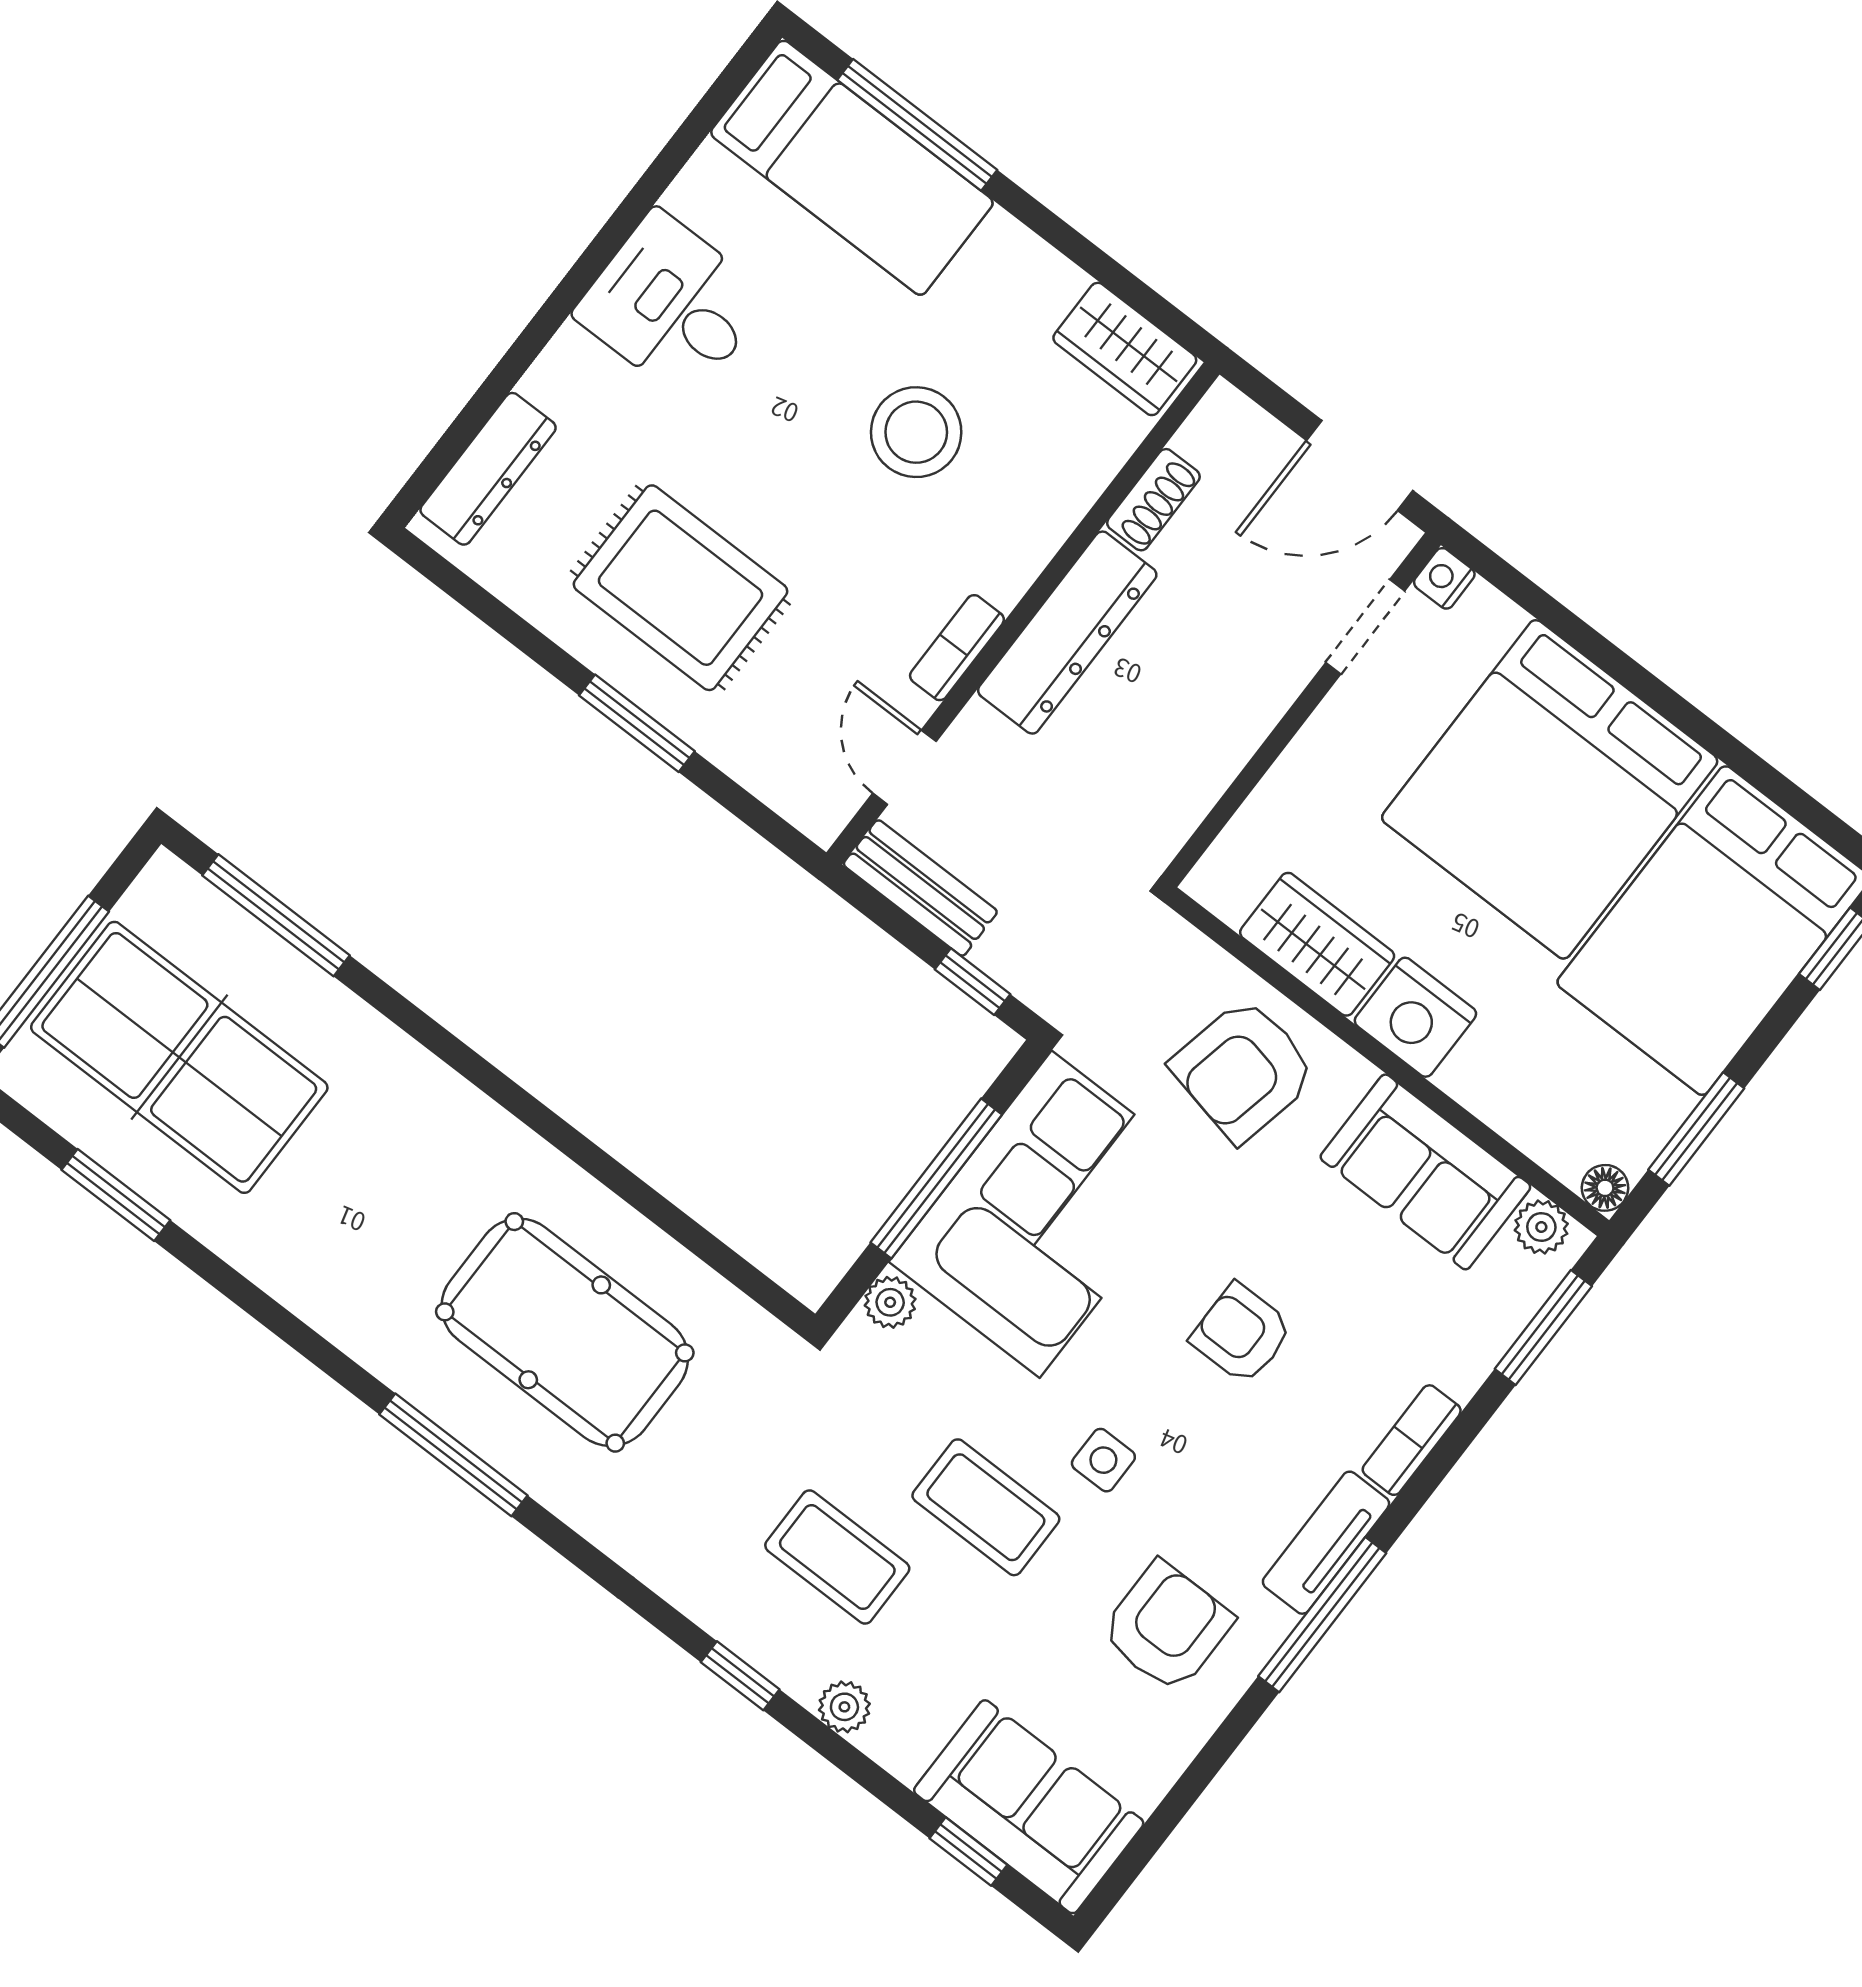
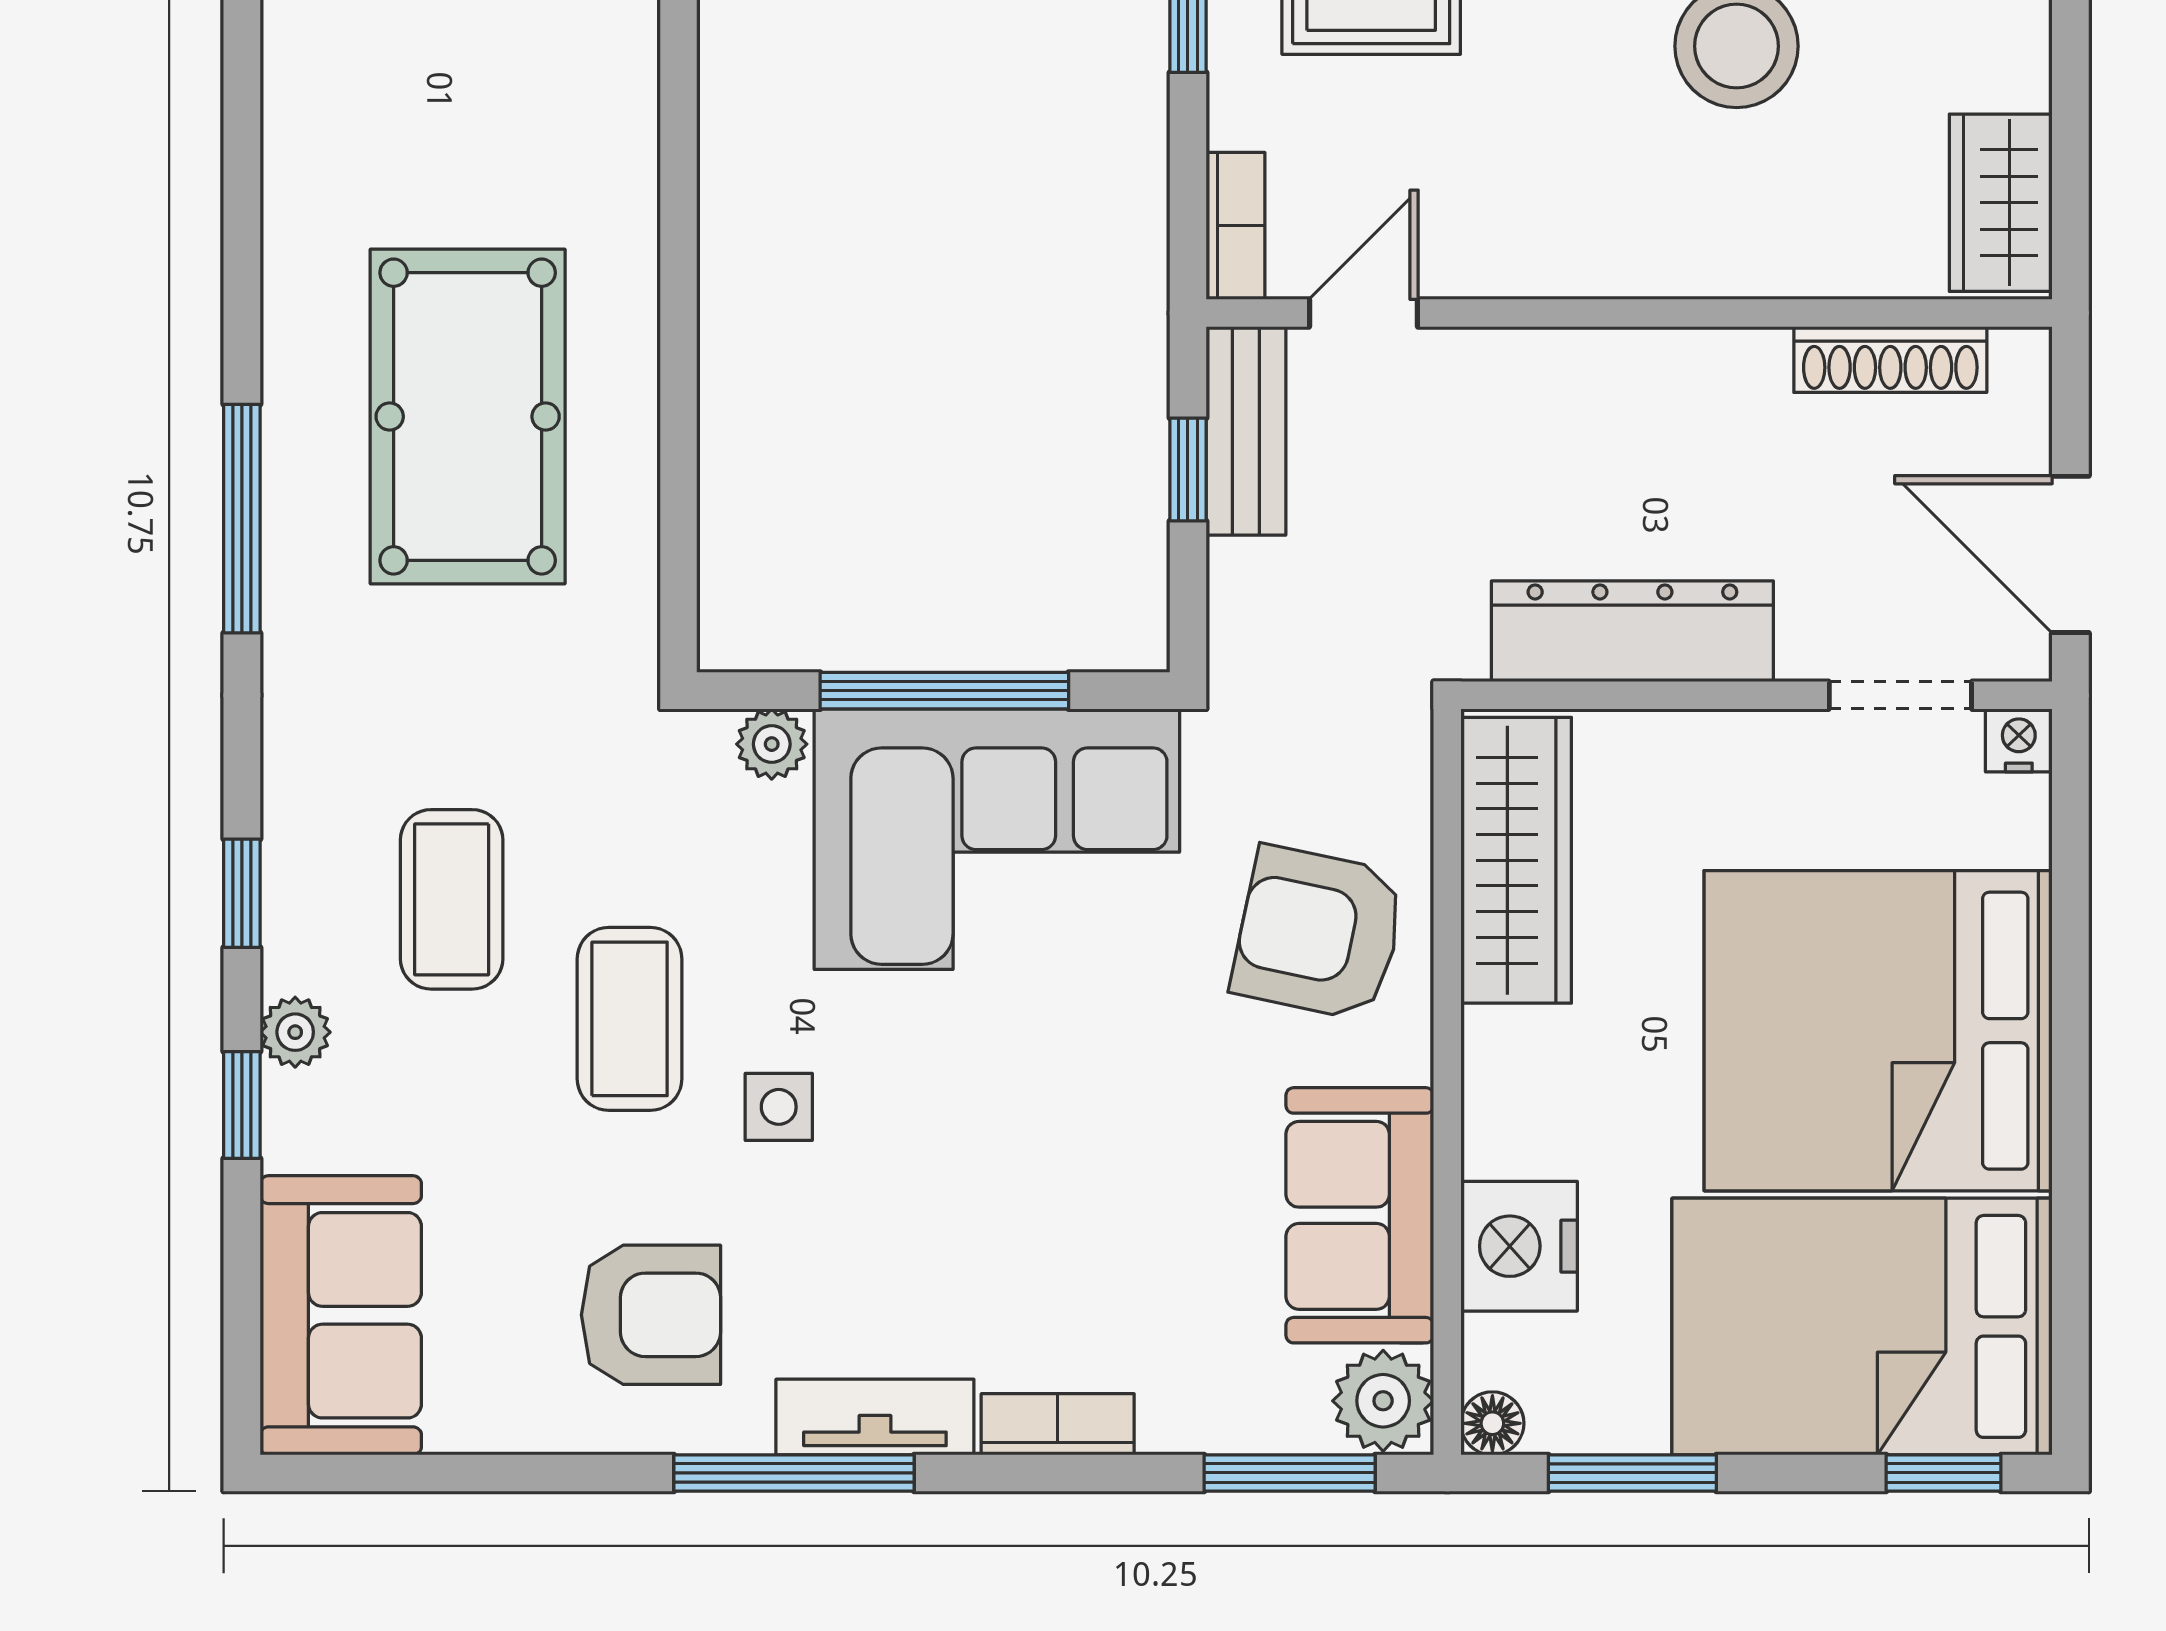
shoe rack: (1153, 500) -> (1890, 360), width x1.43
dresser: (1067, 633) -> (1632, 631), moved, turned 180
bookcase: (957, 648) -> (1236, 226), moved, turned 90
wardrobe: (1317, 944) -> (1516, 860), width x1.50
window: (972, 982) -> (1188, 470), moved
nightstand: (1415, 1017) -> (1519, 1246), moved
plant: (1541, 1227) -> (1383, 1401), width x1.38, depth x1.38
armchair: (1242, 1334) -> (1031, 1151), removed
window: (453, 1455) -> (242, 519), moved
window: (968, 1852) -> (242, 1105), moved

